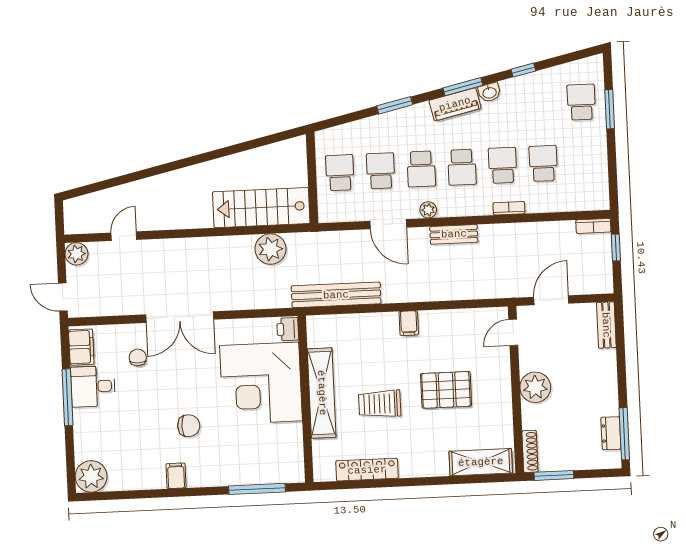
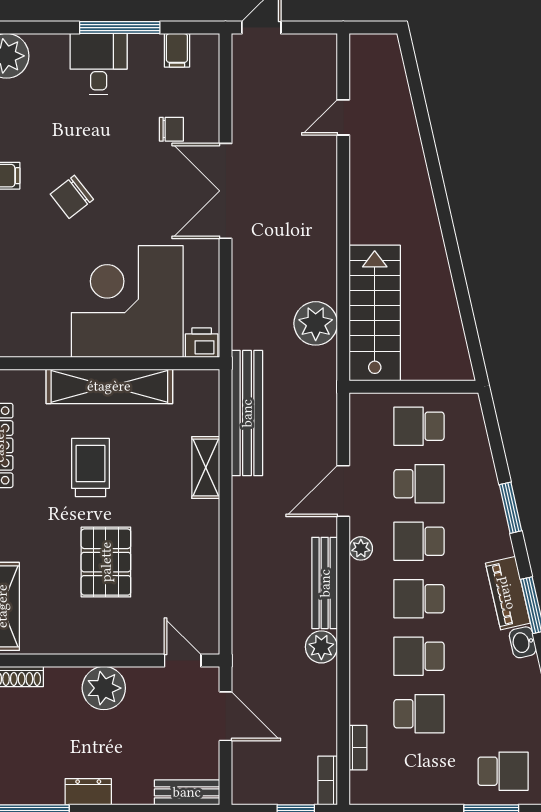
school desk: (503, 165) -> (419, 656), turned 180
school desk: (340, 173) -> (419, 426), turned 180
bookcase: (509, 208) -> (358, 748), moved
bench: (454, 234) -> (325, 583), width x1.36
door: (124, 236) -> (343, 117), swing flipped
plant: (76, 254) -> (321, 647), moved
shelving: (376, 322) -> (206, 468), added
filing cabinet: (409, 323) -> (202, 514), removed
filing cabinet: (81, 347) -> (177, 50), width x0.50
desk: (93, 386) -> (99, 64), moved
chair: (189, 426) -> (72, 197), turned 52
dresser: (611, 433) -> (88, 792), moved

